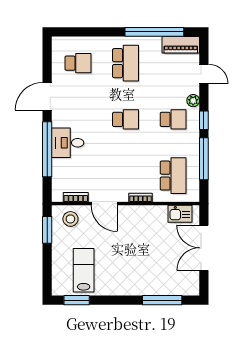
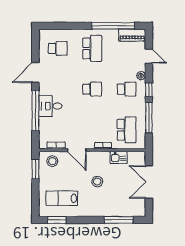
kitchen sink: (180, 214) -> (119, 157), moved
stool: (133, 247) -> (97, 182), added
lab bench: (84, 270) -> (62, 198), turned -90

